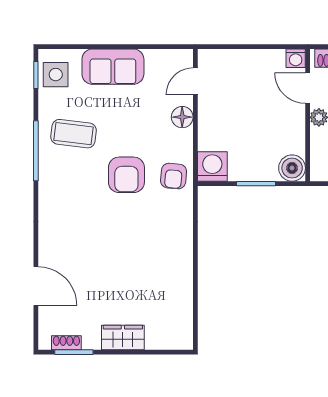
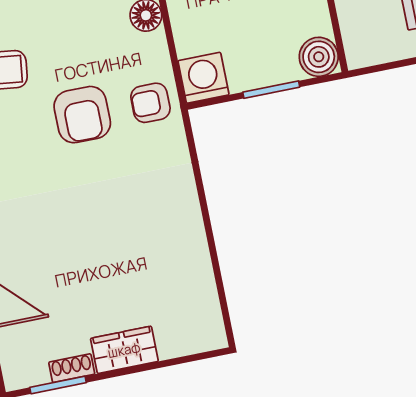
armchair: (174, 176) -> (150, 103), turned 85
shoe rack: (66, 343) -> (72, 368), moved

